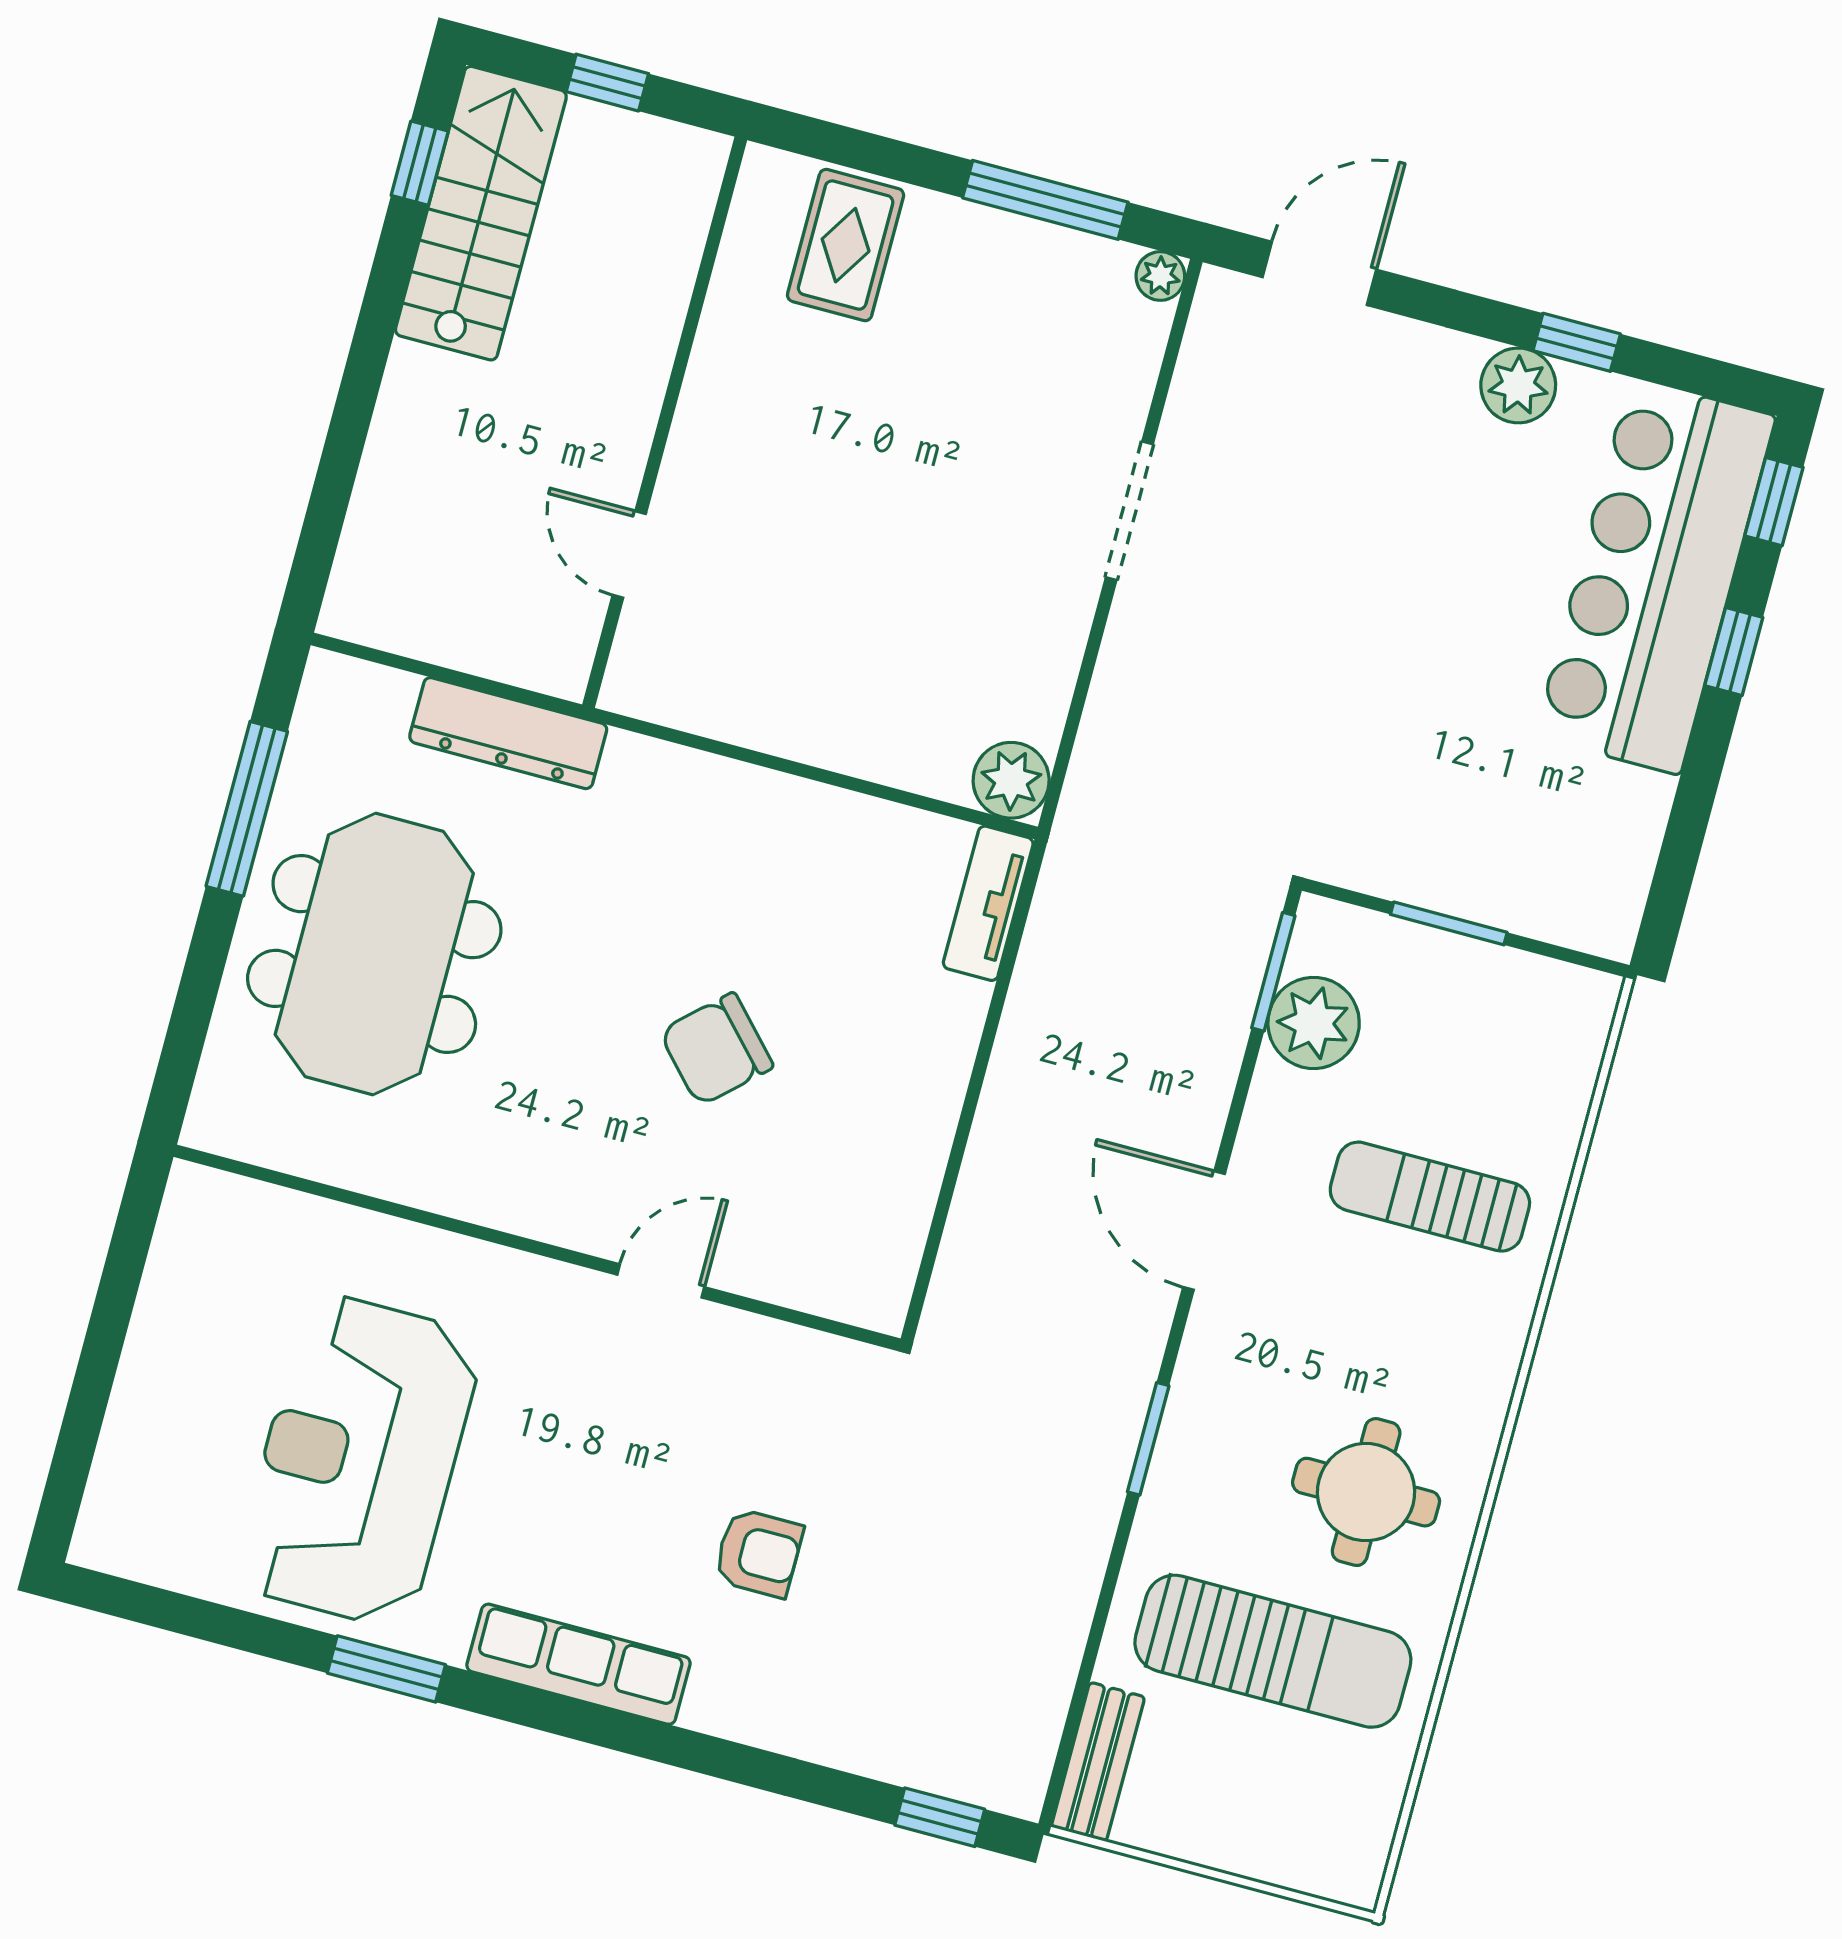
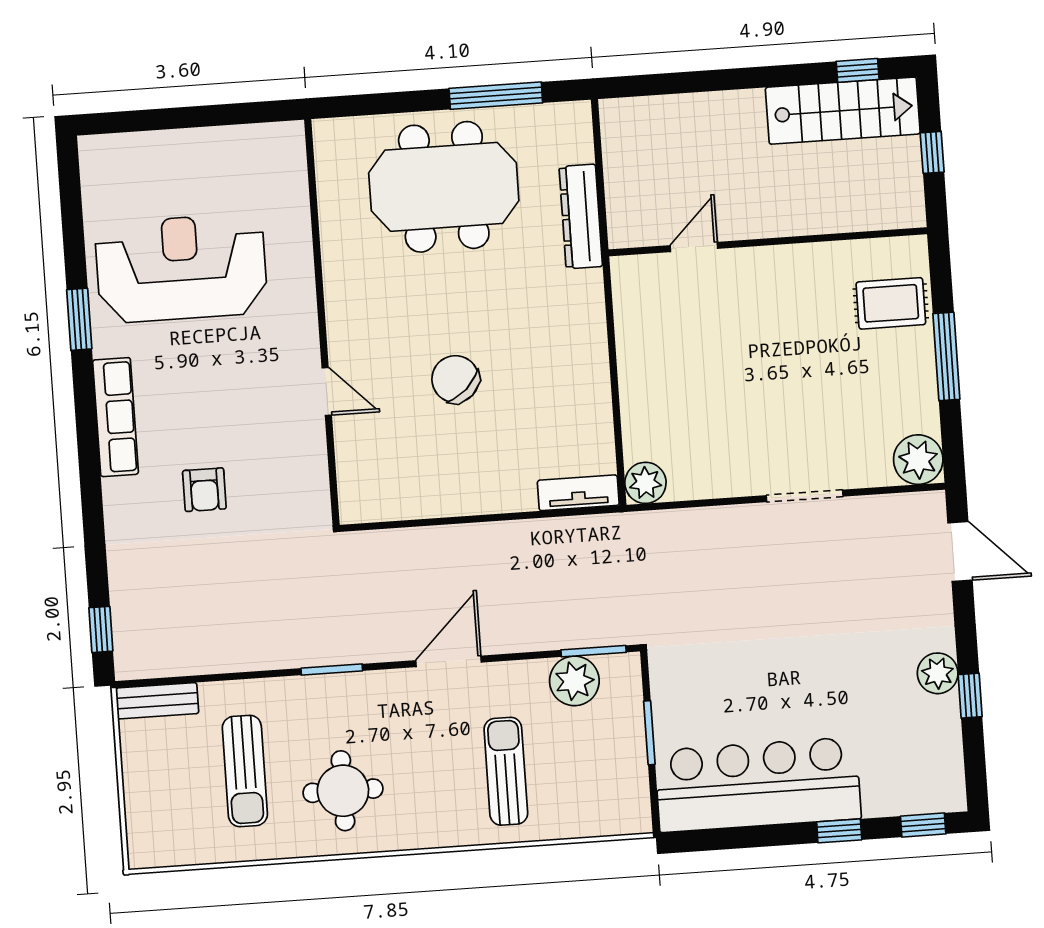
window: (1045, 200) -> (946, 356), moved
plant: (1160, 276) -> (918, 460), width x1.88, depth x1.88
bar counter: (1655, 576) -> (758, 785), moved
sun lounger: (1273, 1651) -> (245, 771), width x0.73, depth x0.75

